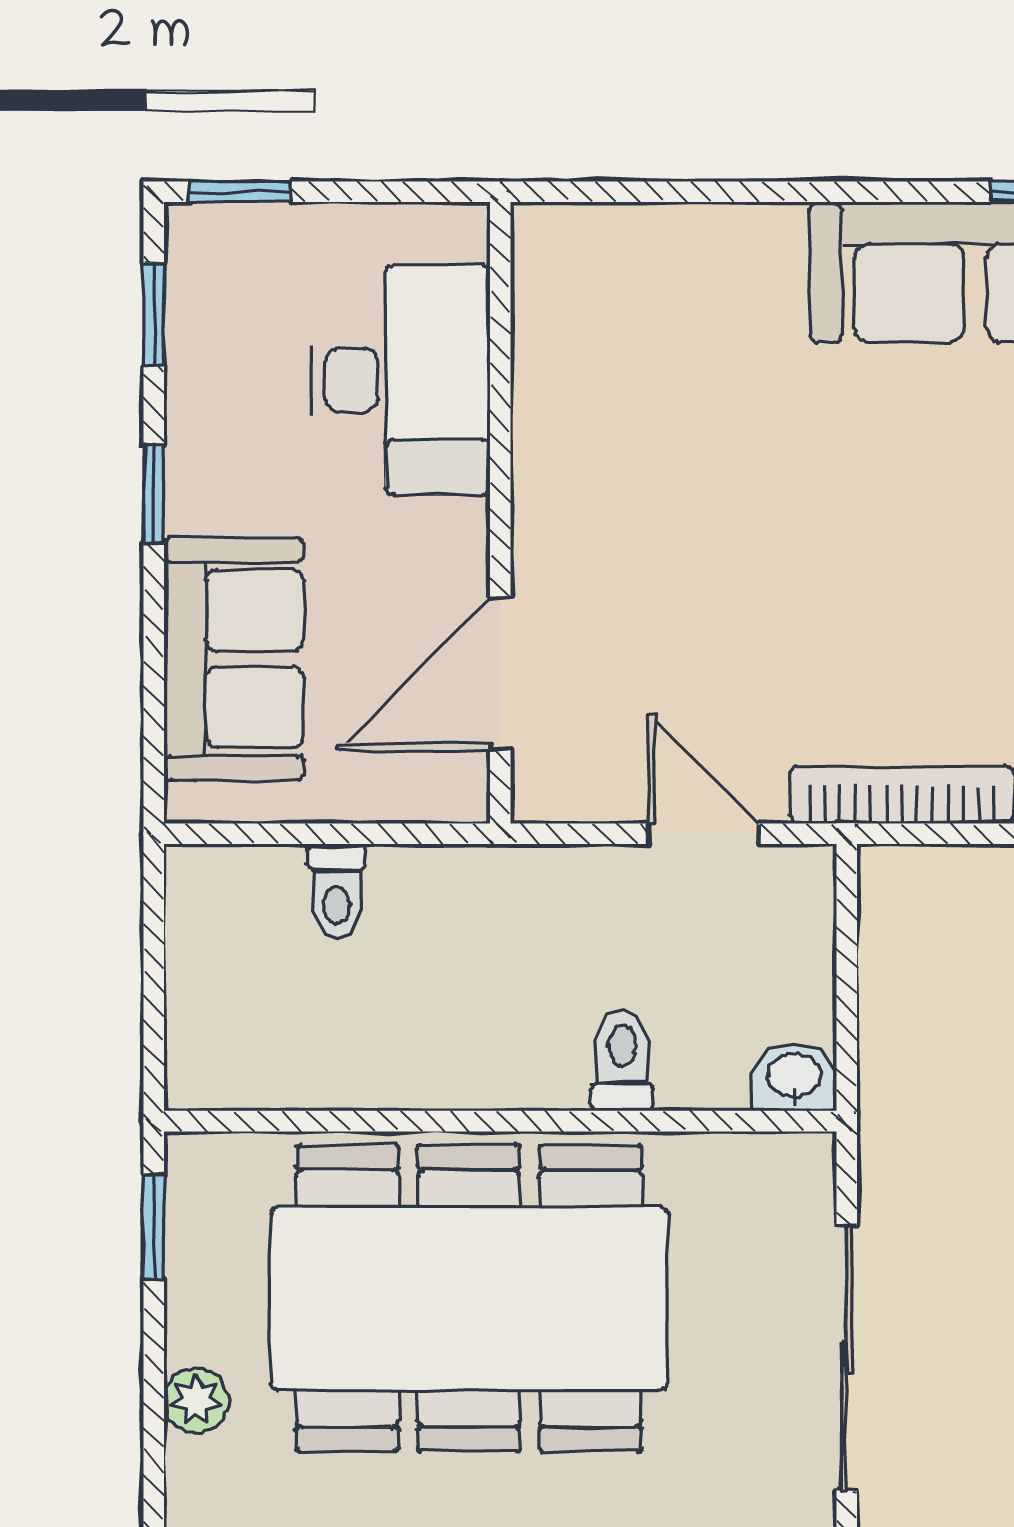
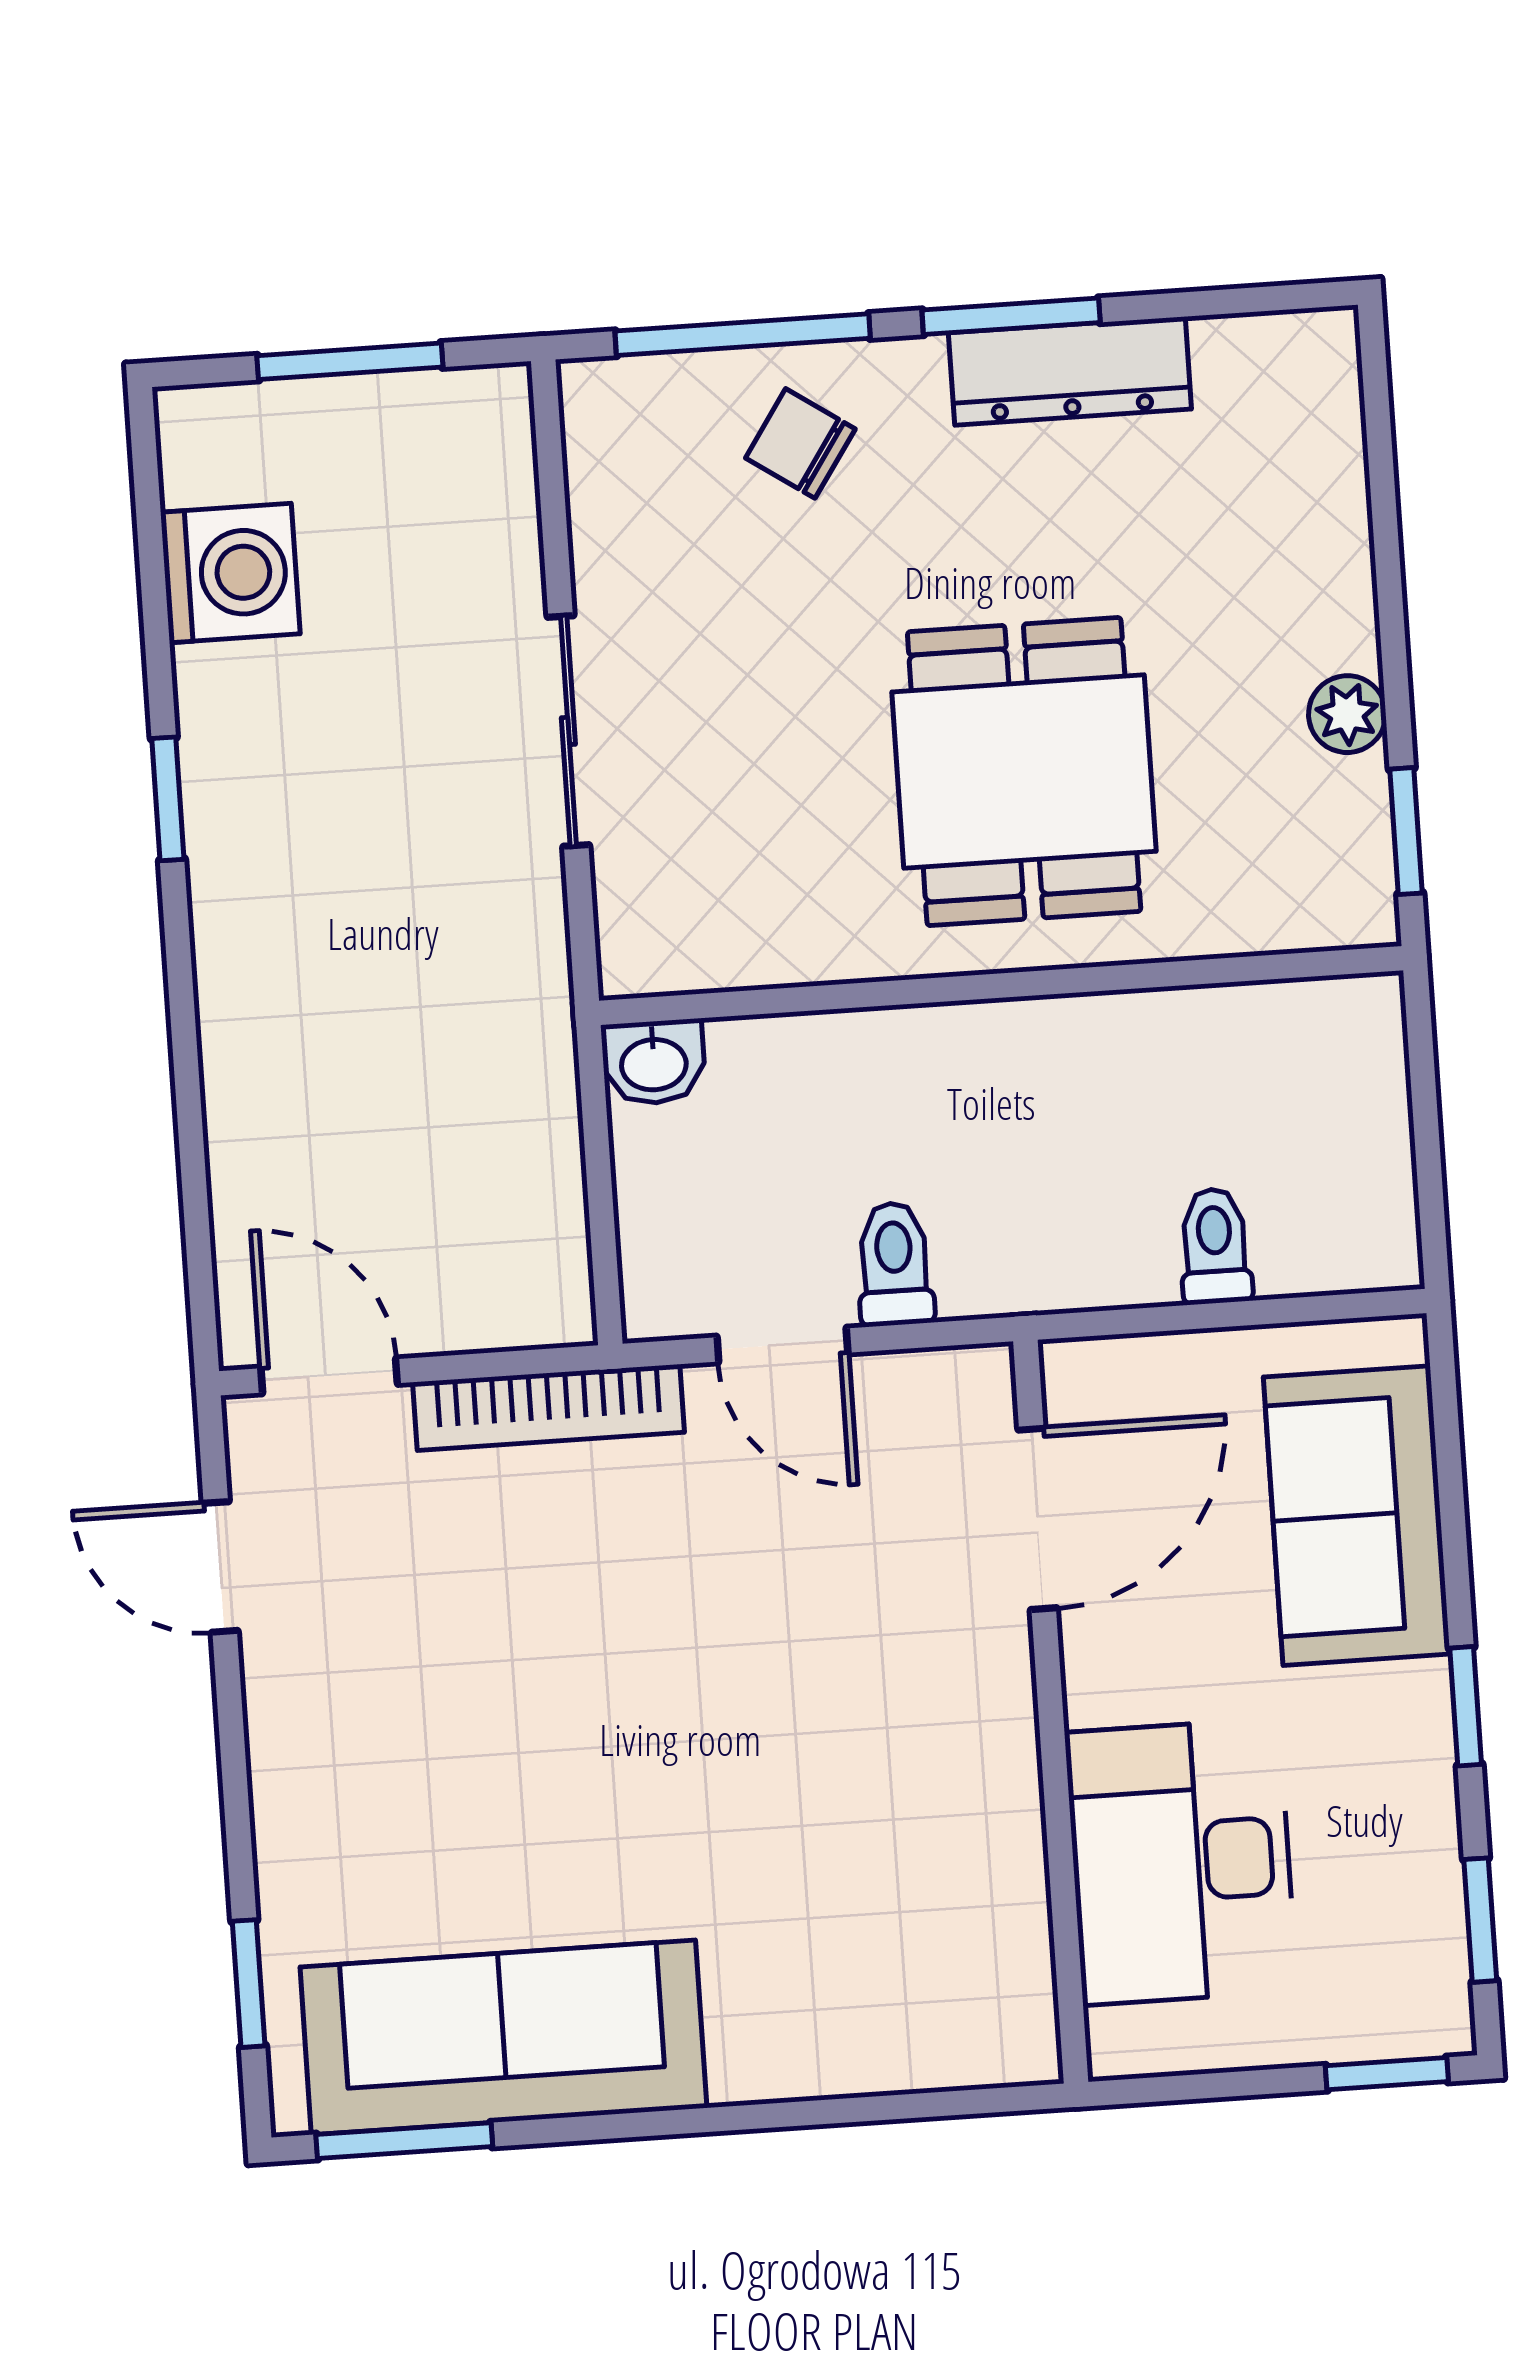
toilet: (622, 1060) -> (895, 1264), moved, turned 180
dining table: (469, 1298) -> (1024, 772), width x0.53, depth x0.80
sliding door: (847, 1358) -> (568, 731), width x0.73
plant: (196, 1400) -> (1347, 714), moved

